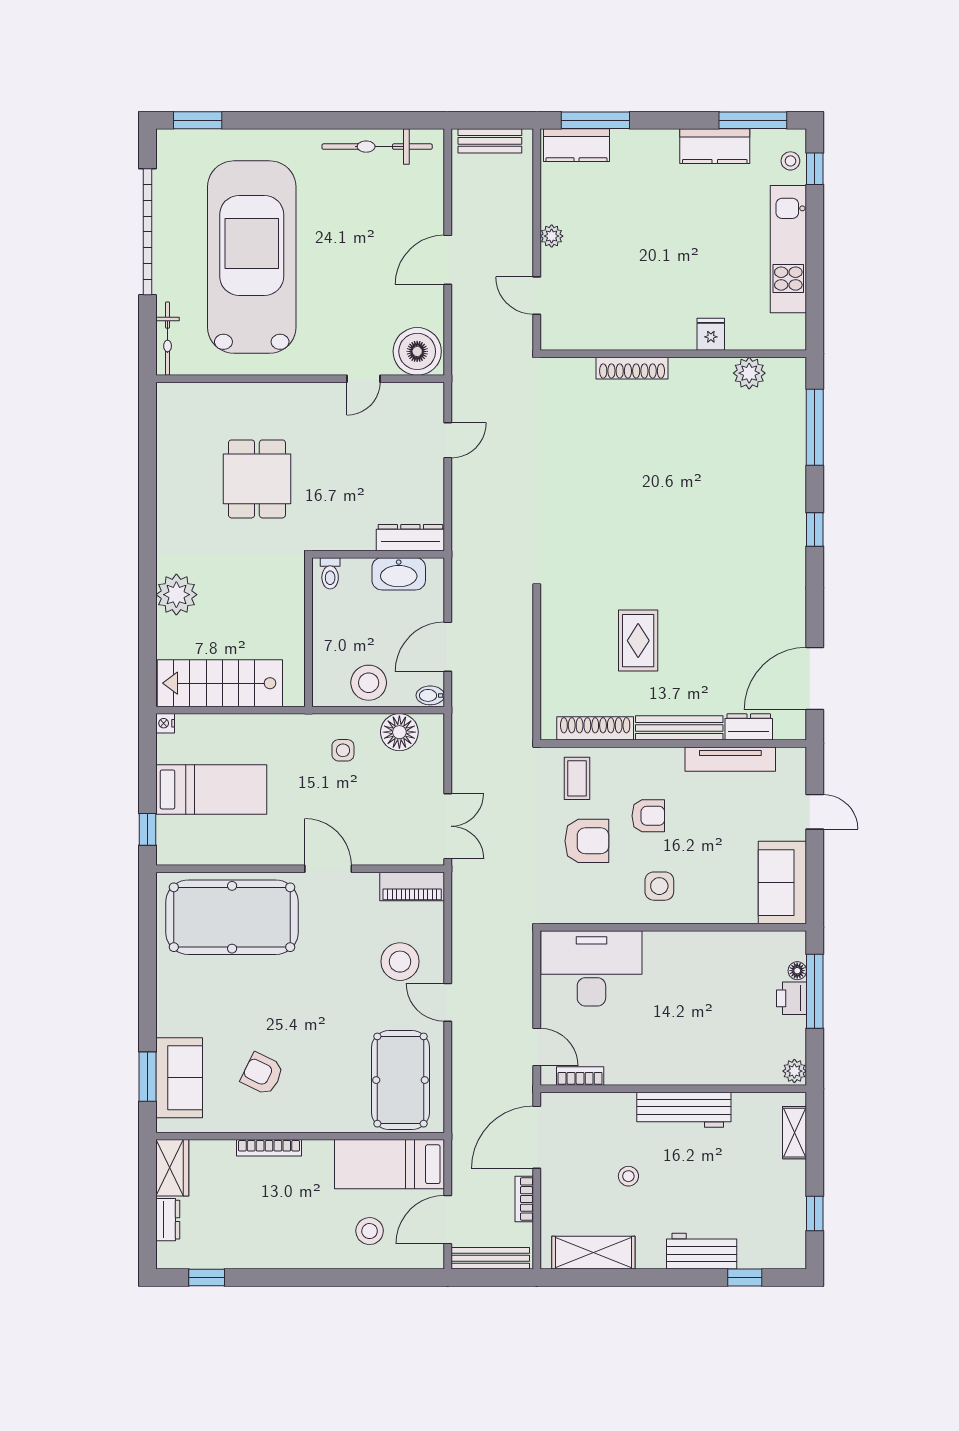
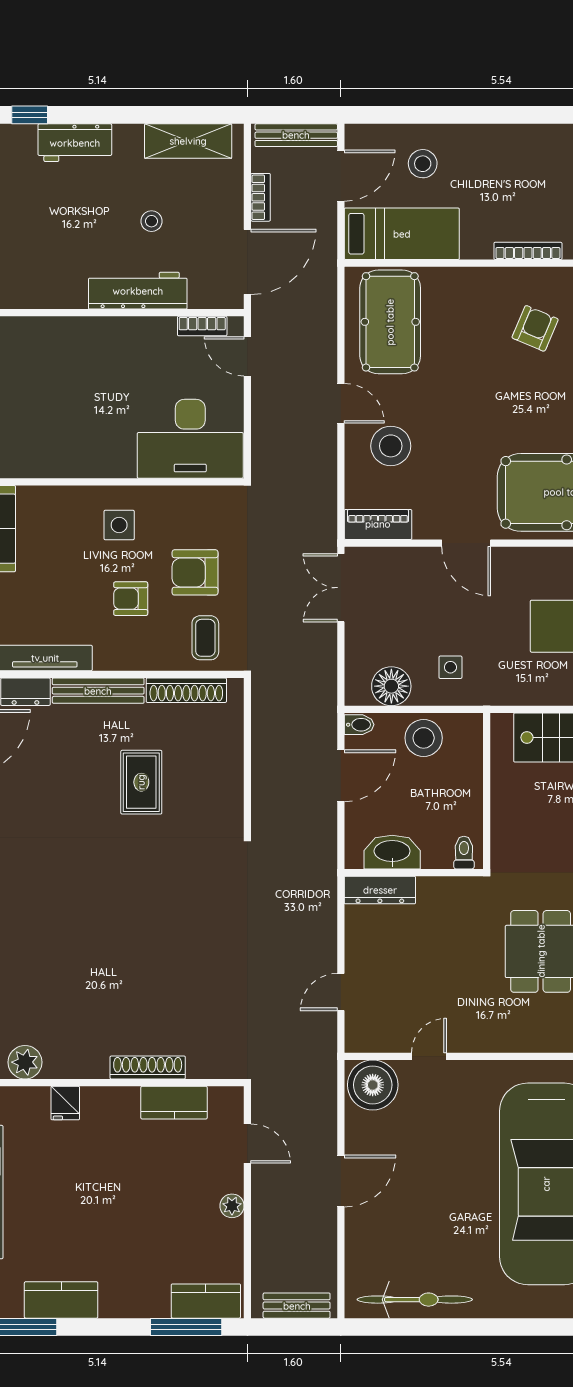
kitchen counter: (607, 335) -> (174, 1103), added
armchair: (262, 1074) -> (535, 328), turned -93
workbench: (684, 1110) -> (138, 291), moved

